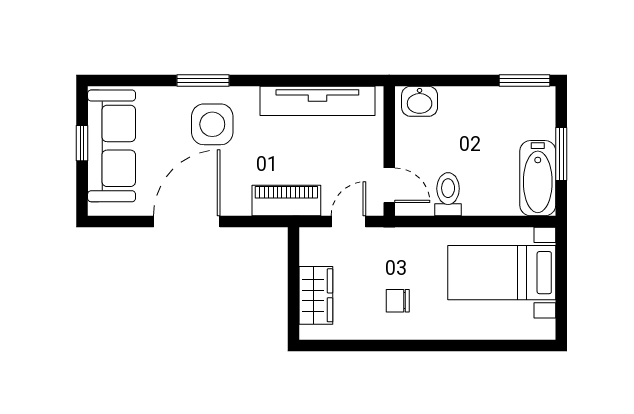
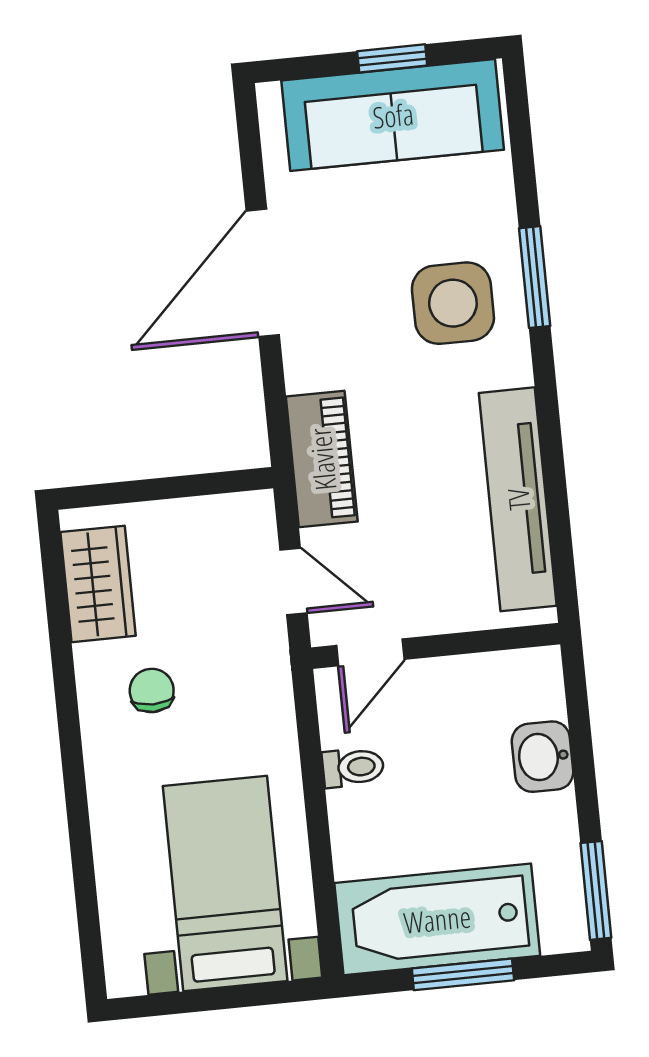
washbasin: (420, 101) -> (542, 757), moved
bathtub: (538, 178) -> (437, 919), width x1.36, depth x1.36
toilet: (448, 194) -> (353, 767), width x0.73, depth x0.72
door: (187, 221) -> (263, 273), swing flipped
wardrobe: (316, 295) -> (98, 584), moved, turned -90

